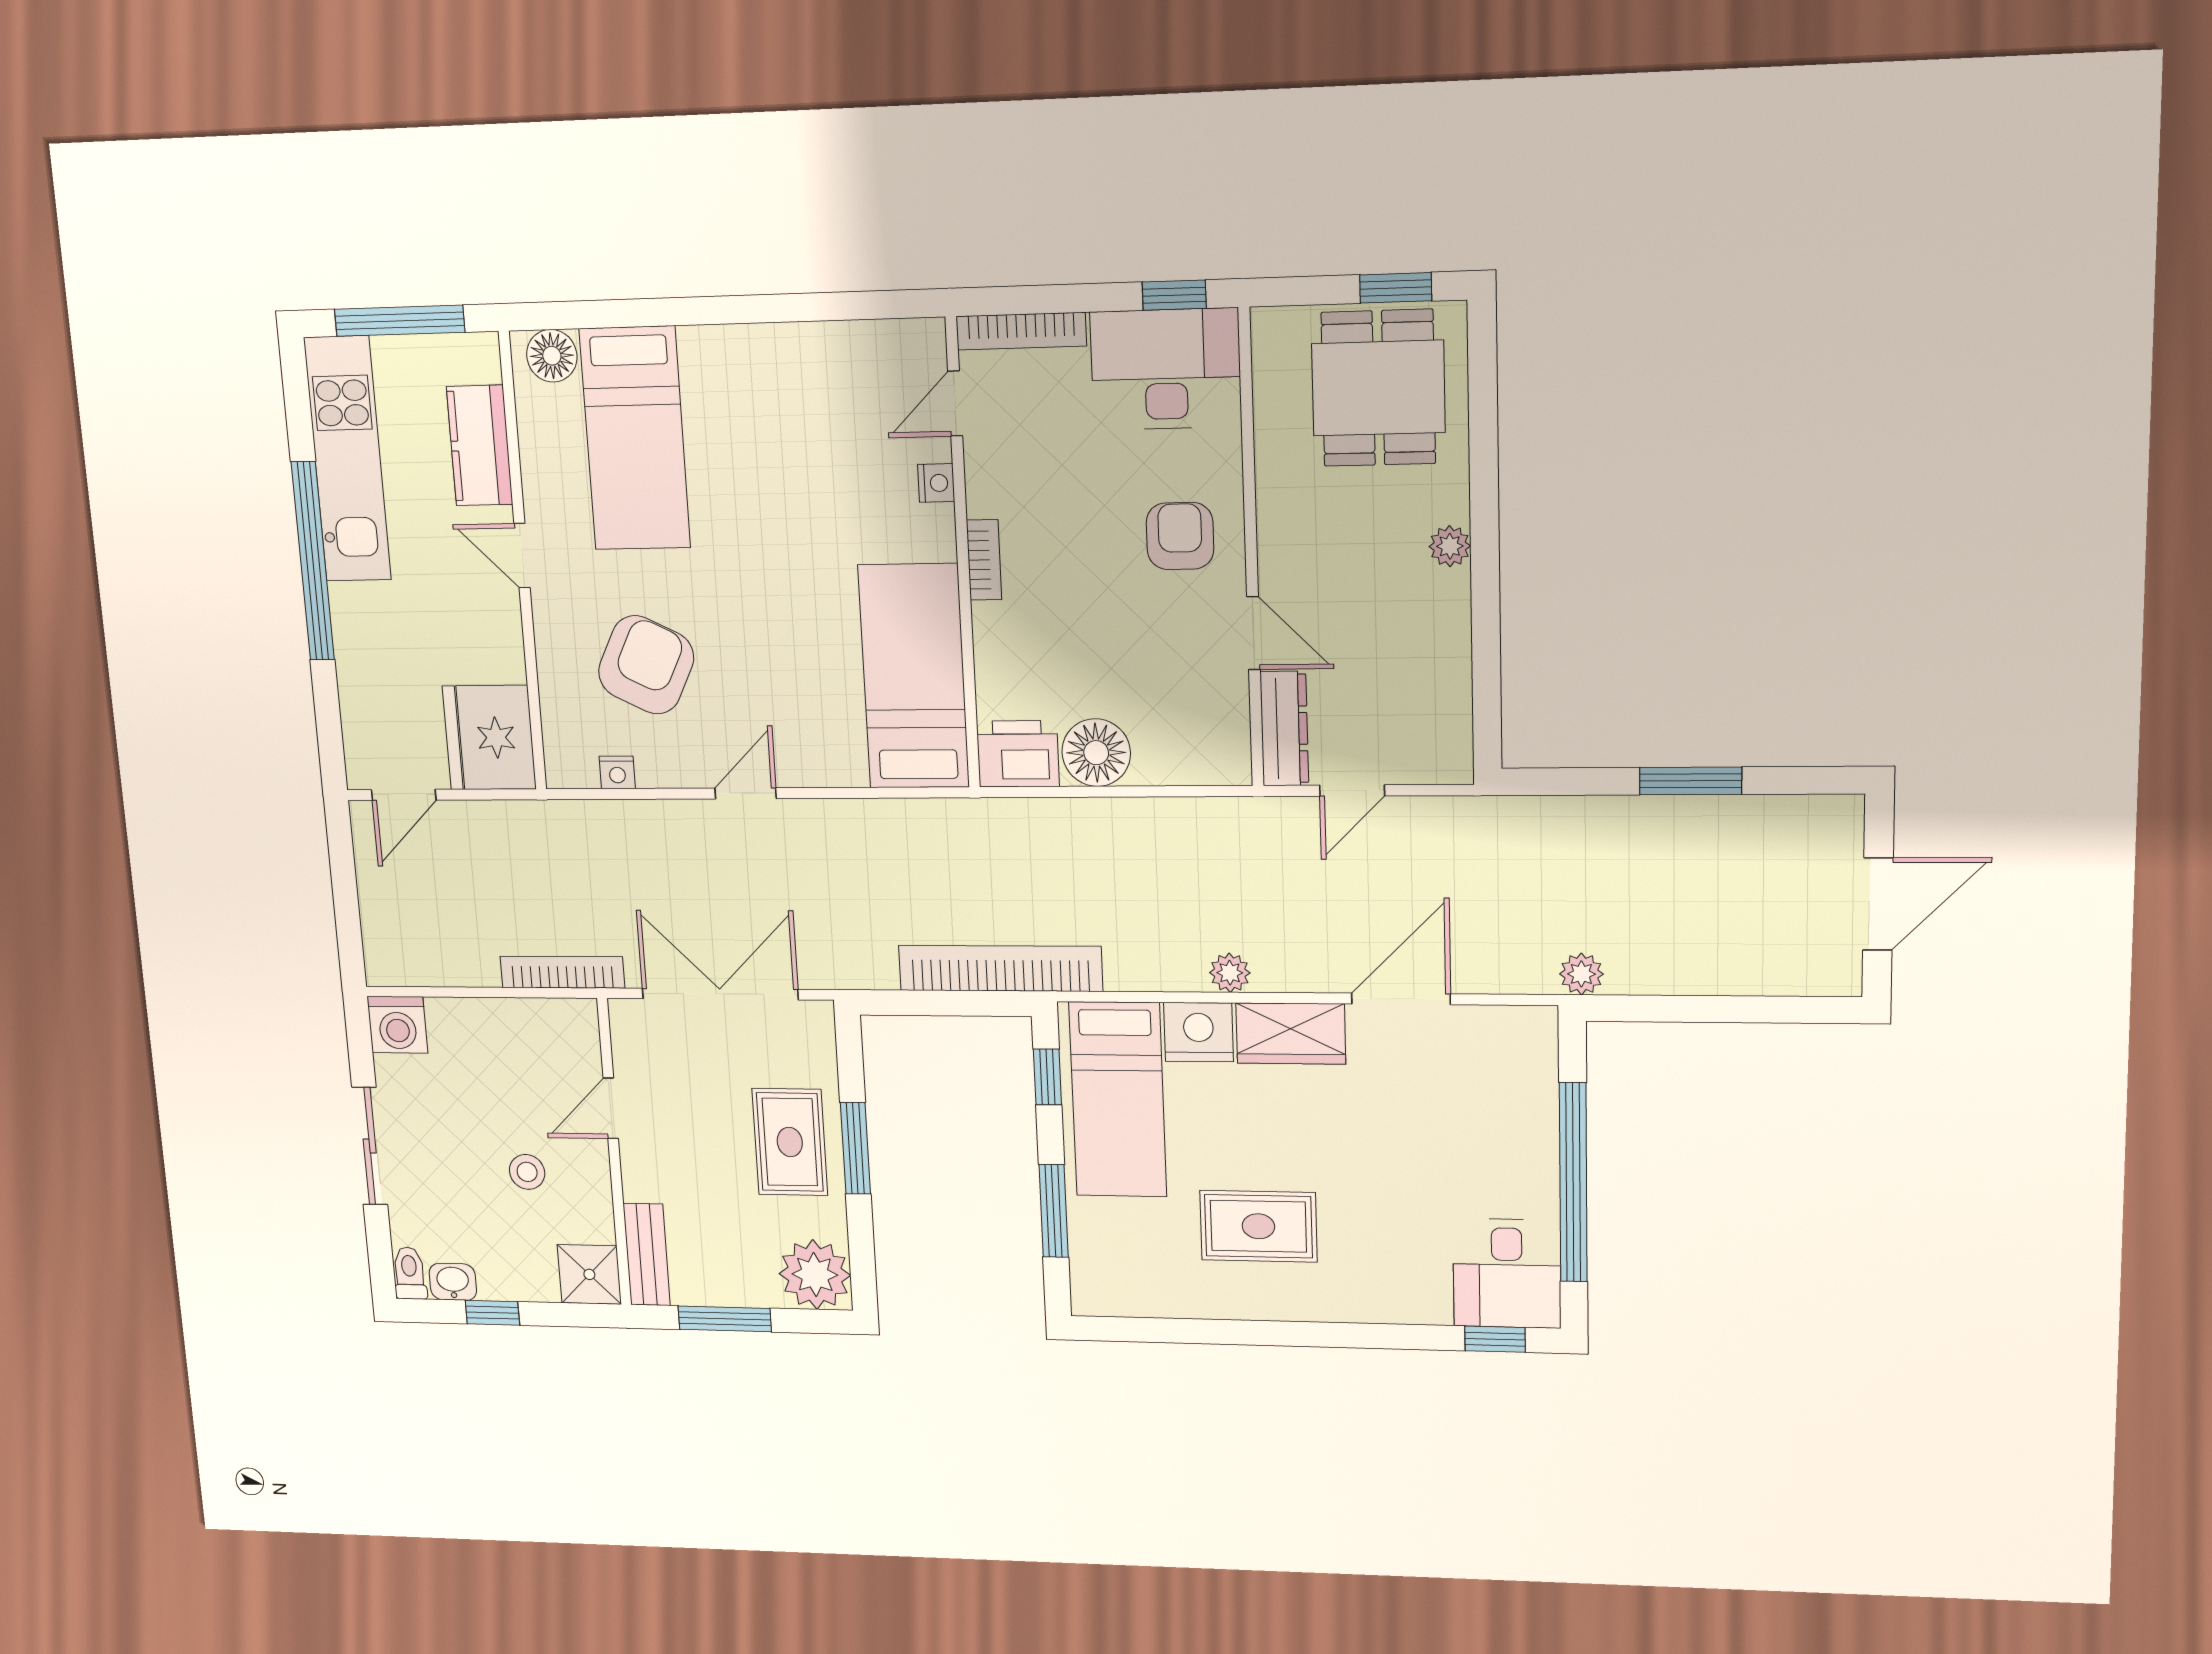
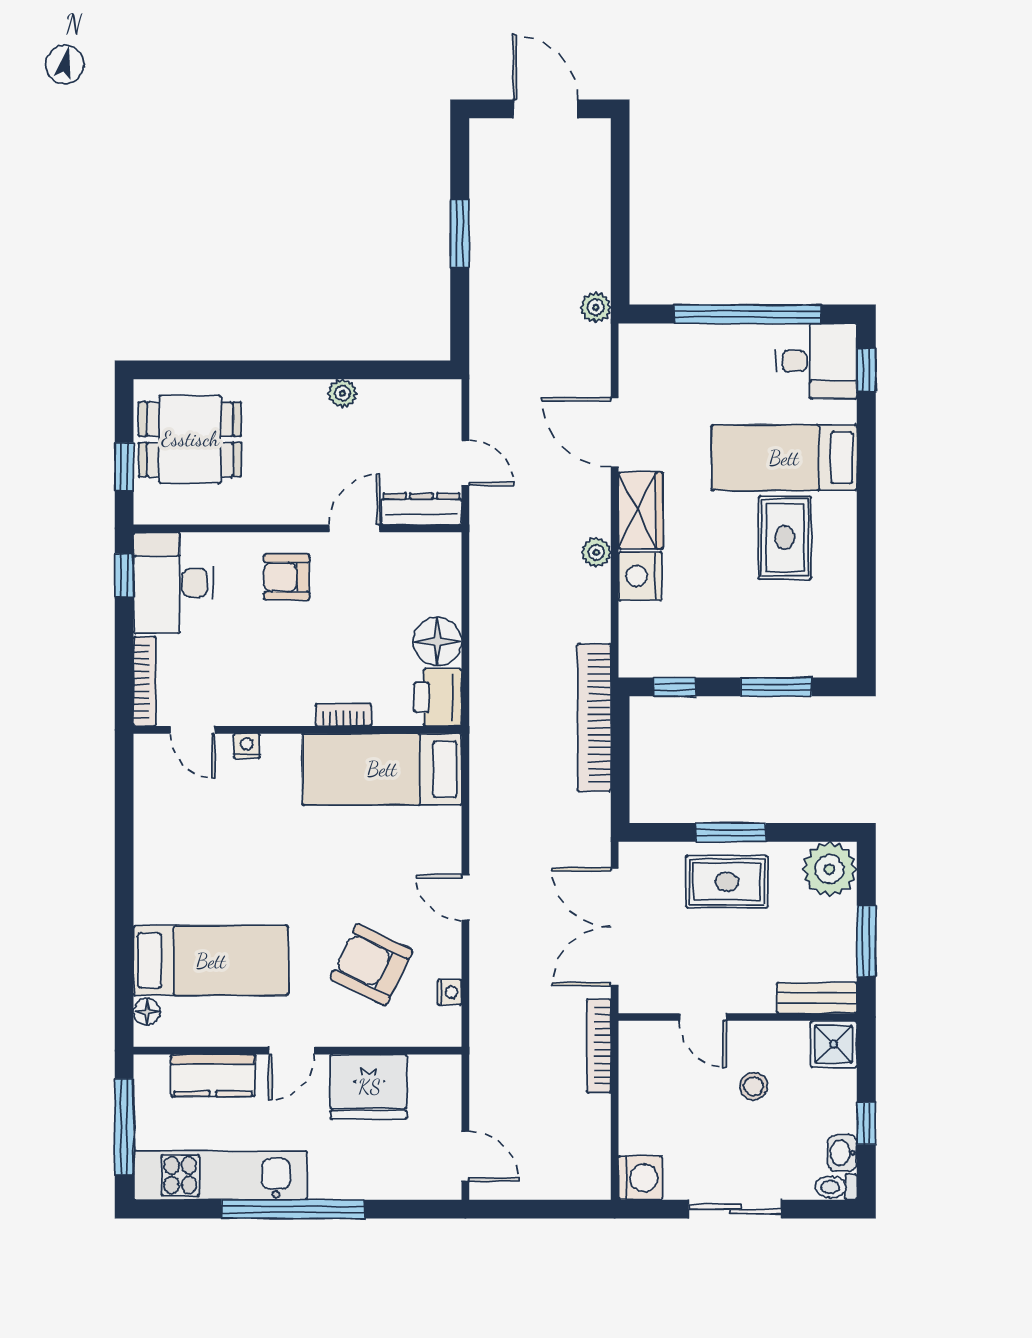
window: (1396, 288) -> (124, 467), moved
floor lamp: (552, 356) -> (147, 1012), width x0.73, depth x0.73
plant: (1450, 546) -> (342, 393), moved
bookcase: (984, 560) -> (343, 715), moved
fridge: (489, 738) -> (369, 1087), moved
bed: (1118, 1100) -> (784, 458), moved, turned 180

